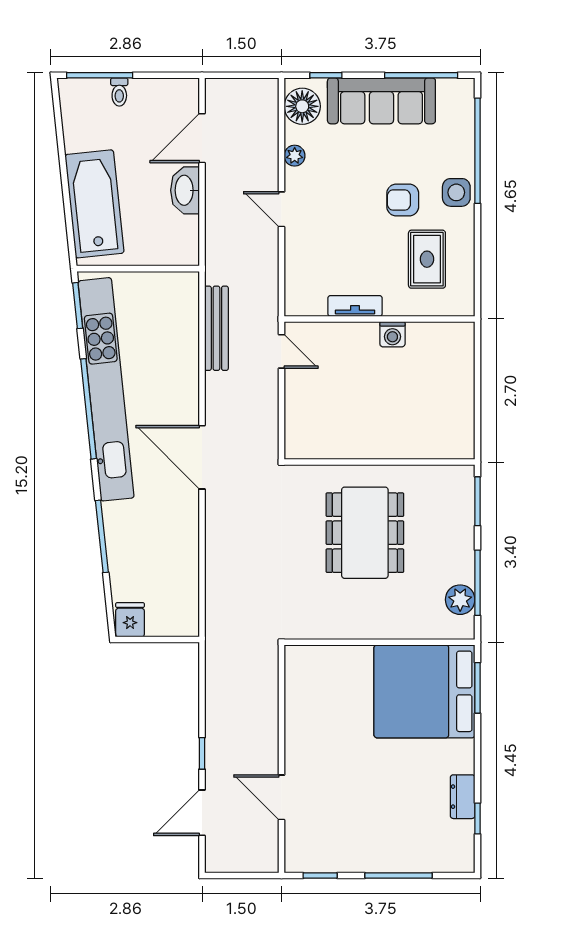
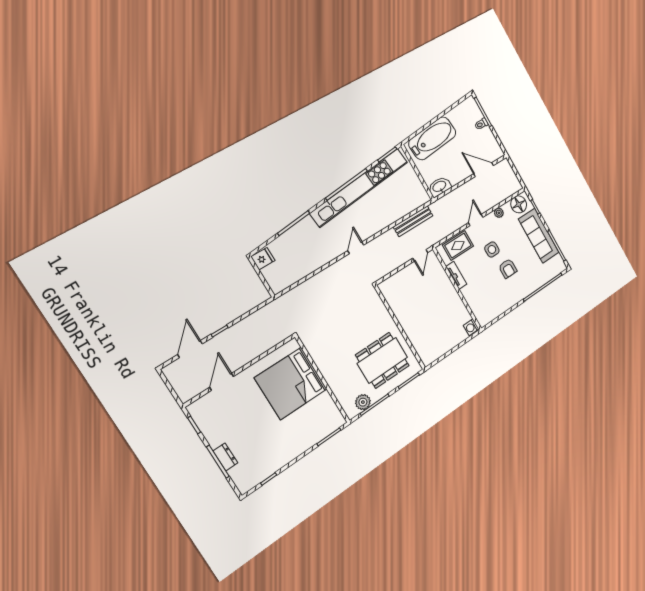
washbasin: (185, 190) -> (439, 187), moved
side table: (456, 192) -> (492, 250), moved
armchair: (403, 200) -> (508, 269), turned 180
rug: (427, 259) -> (458, 246), moved
washing machine: (392, 334) -> (471, 327), moved
door: (202, 457) -> (356, 248), width x0.53
dining table: (365, 533) -> (382, 360), moved
bed: (424, 691) -> (291, 383), moved, turned -90
dresser: (463, 797) -> (225, 457), moved, turned 90
door: (202, 813) -> (190, 349), hinge flipped

